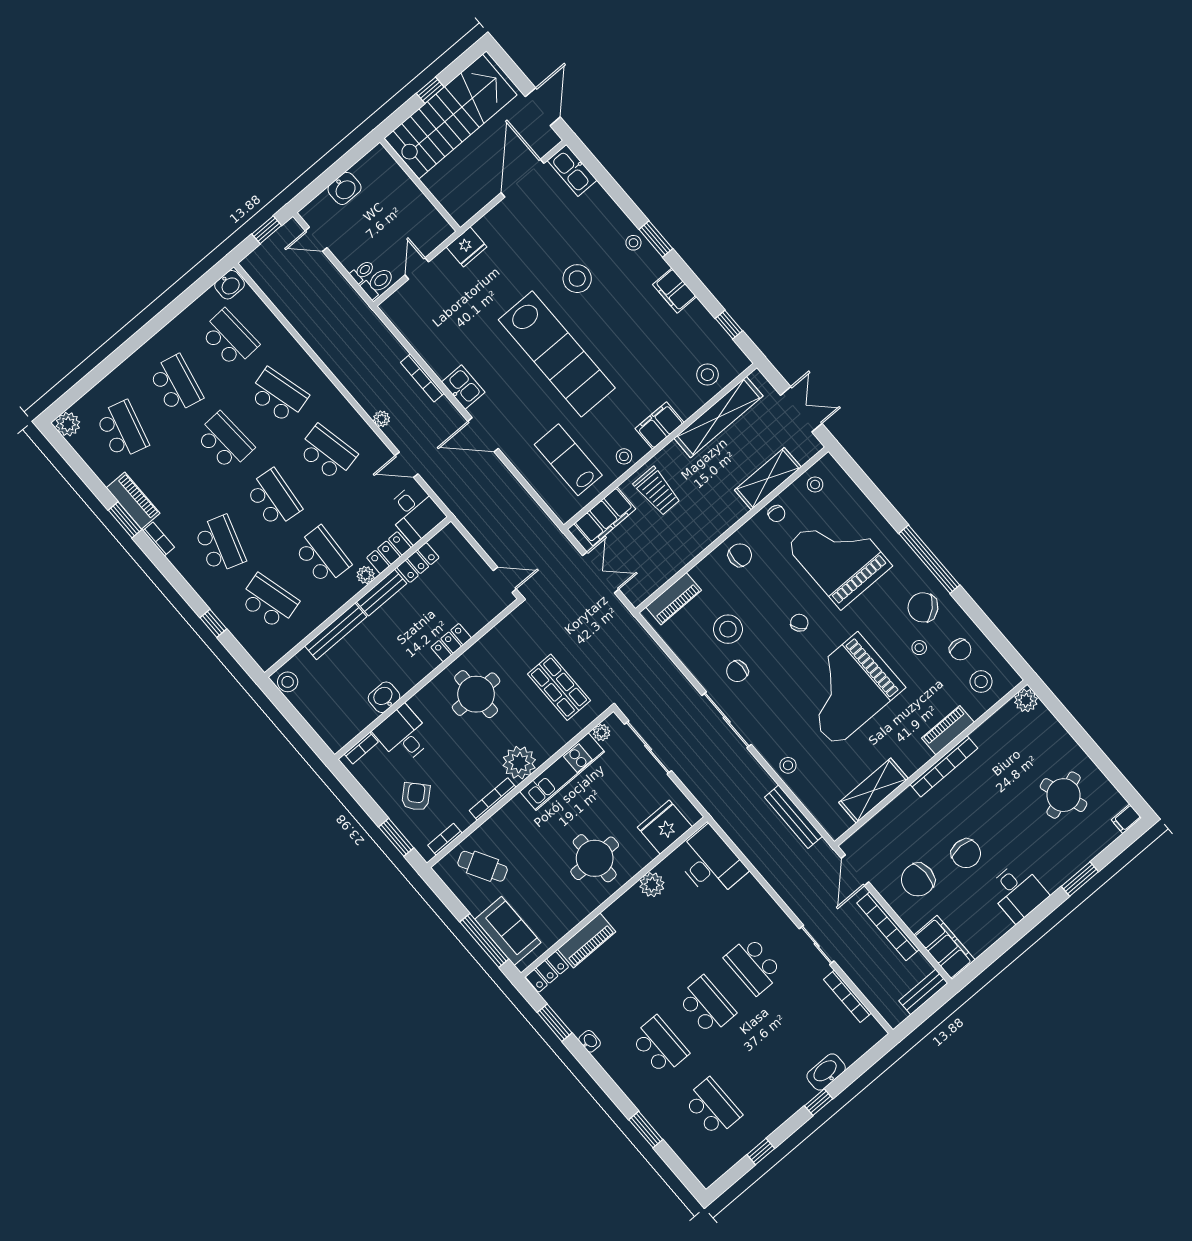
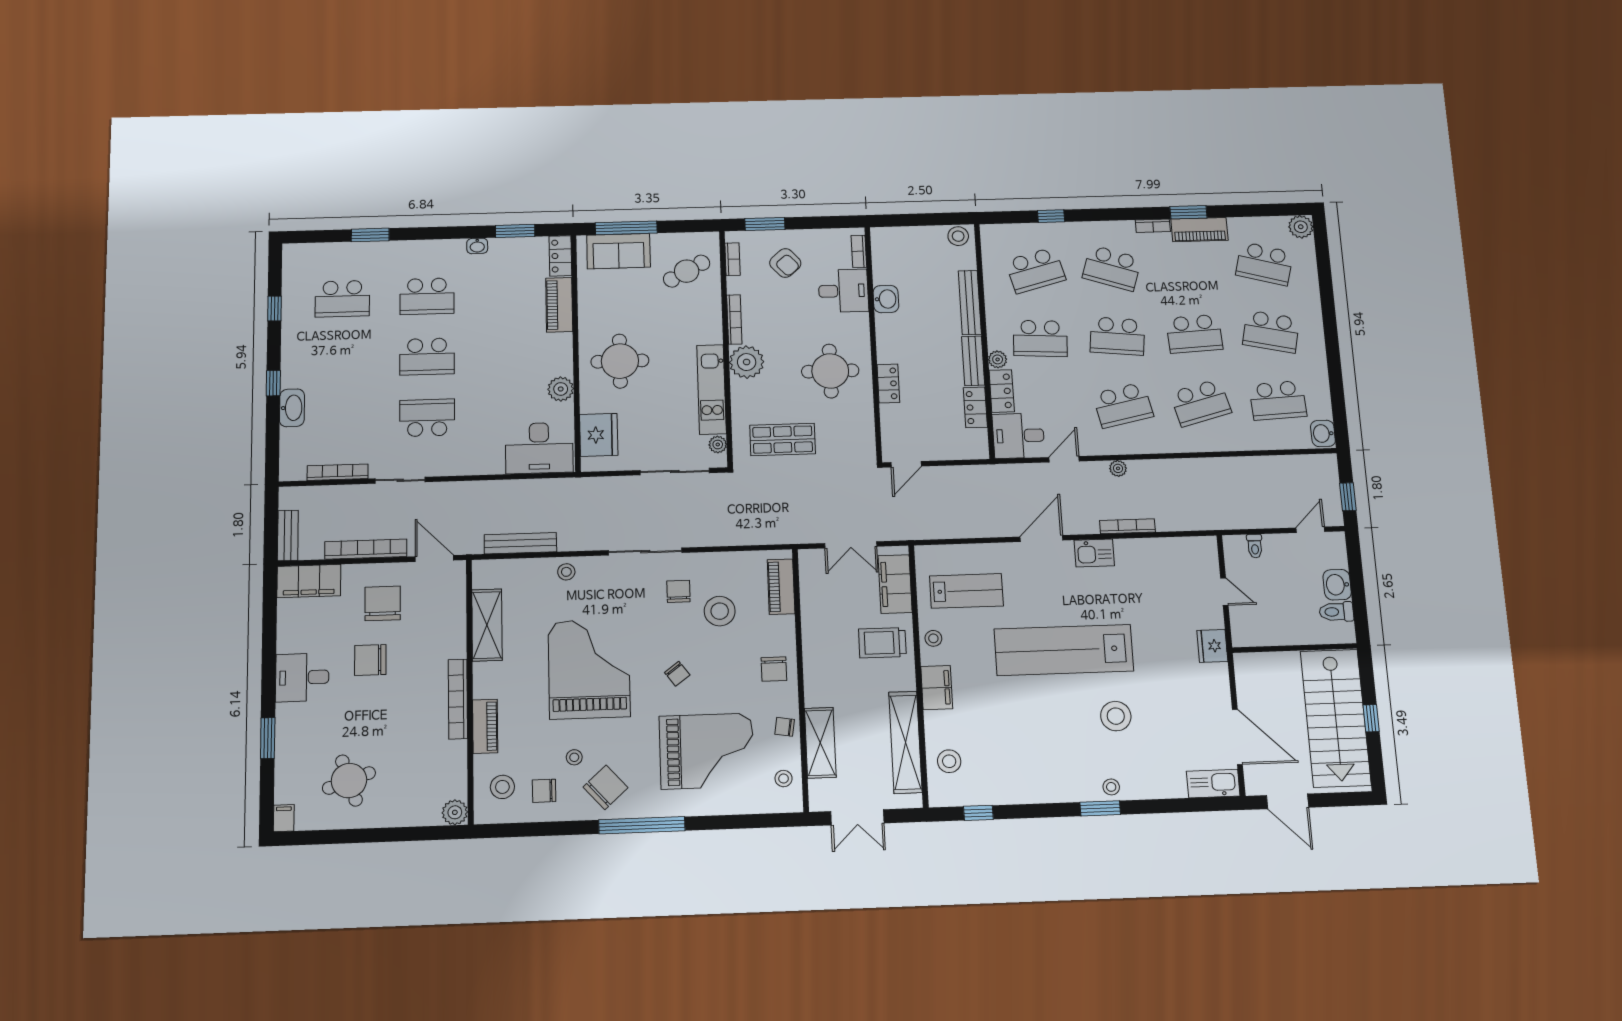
toilet: (378, 283) -> (1336, 612), moved, turned 90
filing cabinet: (675, 291) -> (1043, 790), removed

